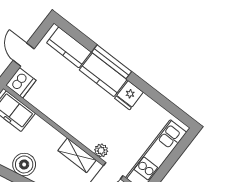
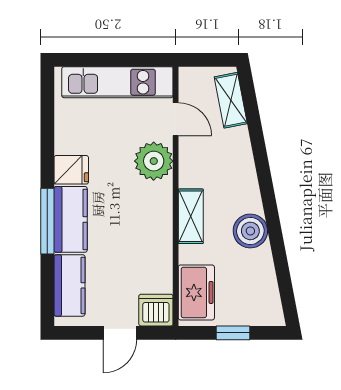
plant: (101, 150) -> (154, 161), width x1.88, depth x1.88
shelving: (77, 155) -> (191, 216), moved

